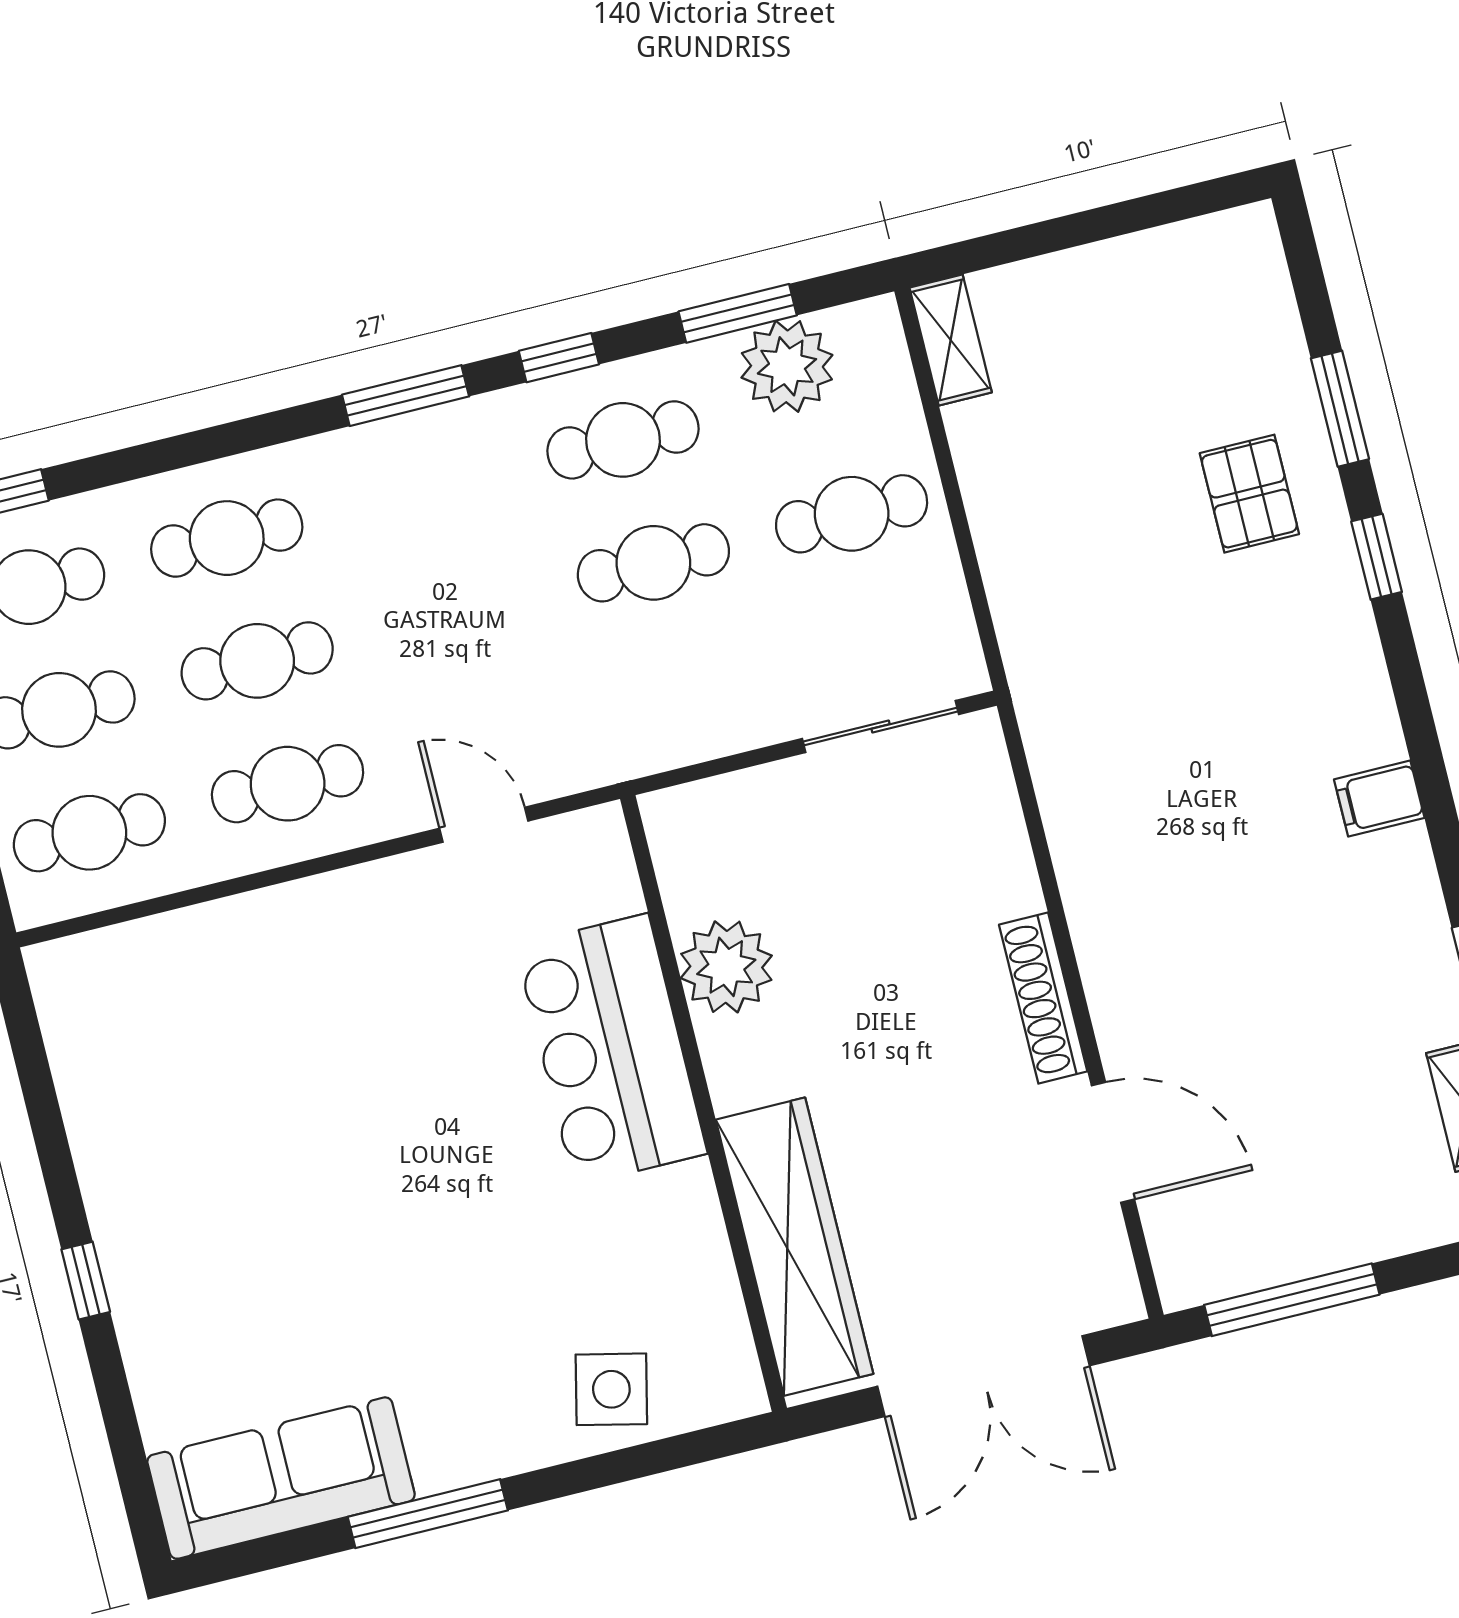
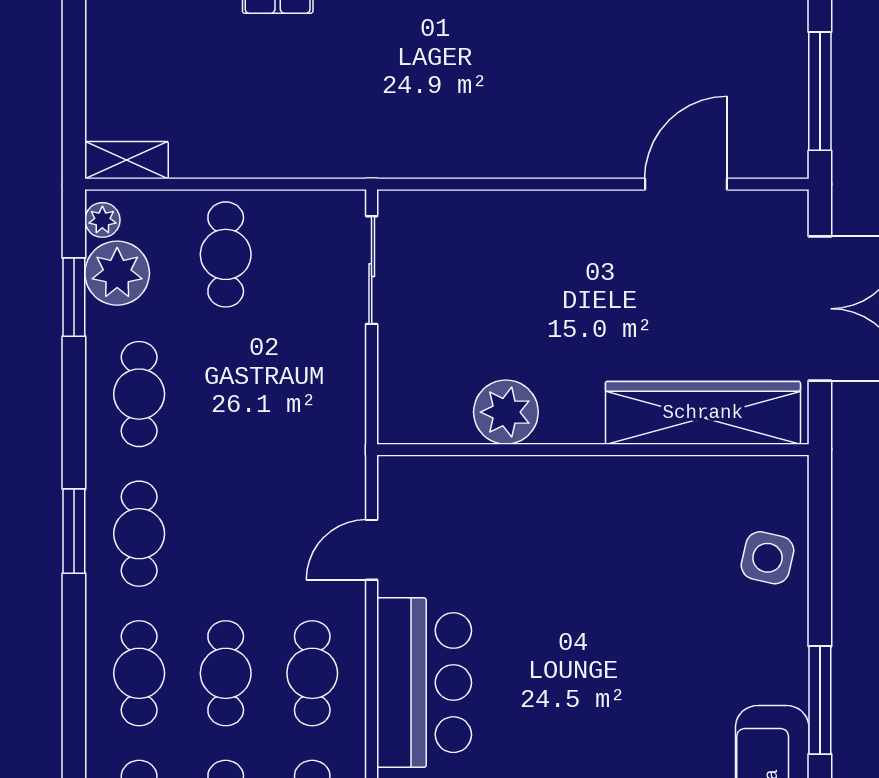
plant: (857, 327) -> (102, 220), added
window: (559, 358) -> (74, 423), removed
cafe table: (653, 563) -> (139, 534), moved
shoe rack: (1043, 998) -> (579, 207), removed
bar counter: (611, 1050) -> (424, 683), moved, turned -90

